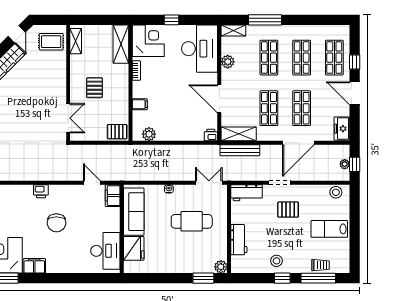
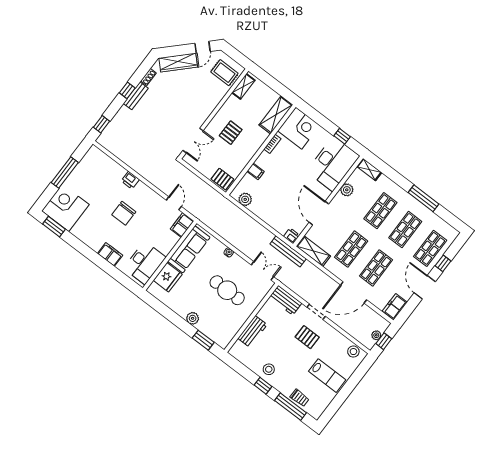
window: (172, 20) -> (342, 136), moved
window: (265, 20) -> (424, 198), moved
bench: (240, 150) -> (288, 251), moved
lab bench: (329, 229) -> (327, 376), turned 180
filing cabinet: (34, 266) -> (110, 254), moved
plant: (221, 267) -> (193, 318), moved

